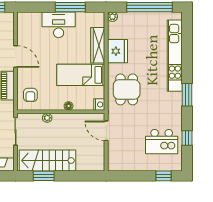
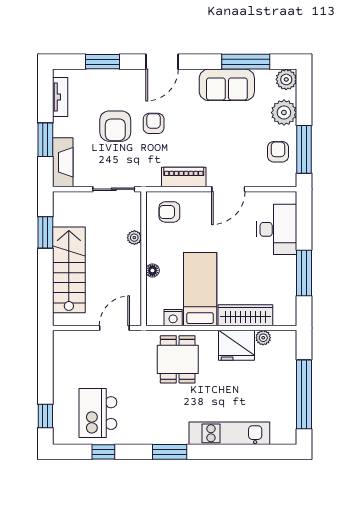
plant: (112, 17) -> (263, 338), moved
desk: (59, 25) -> (277, 229), moved
kitchen unit: (175, 56) -> (229, 433), width x0.73
dining table: (127, 89) -> (178, 359), turned 90
nightstand: (99, 104) -> (173, 318), moved
stairs: (48, 161) -> (69, 270), moved

